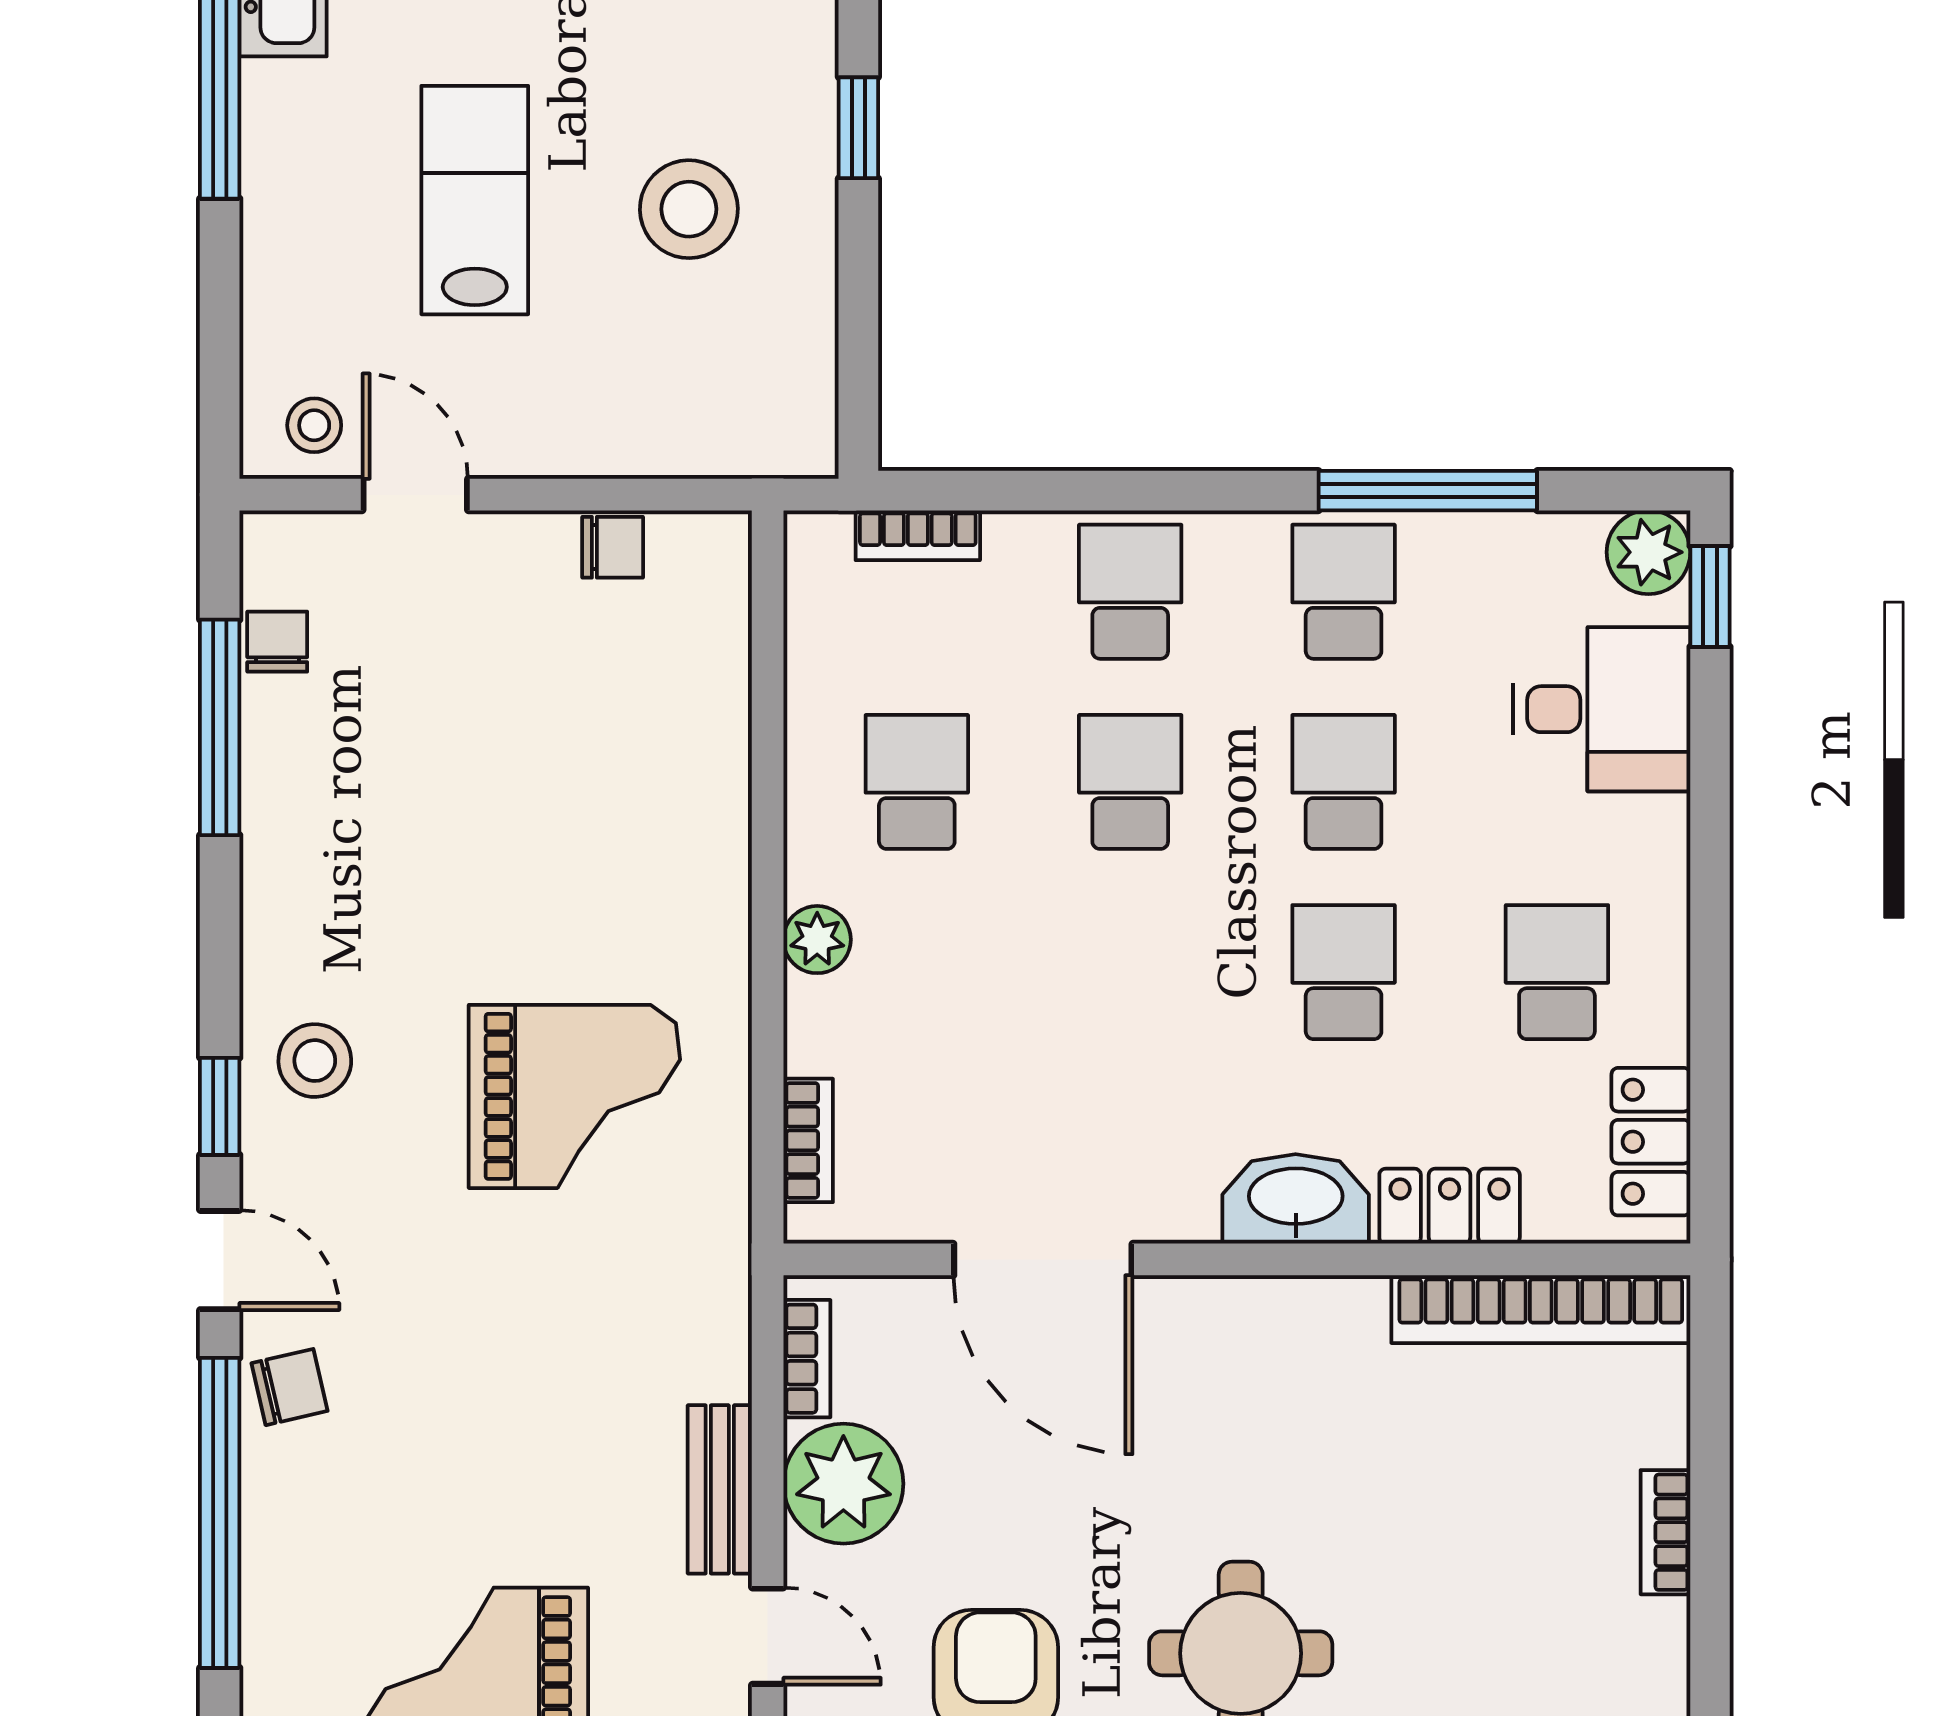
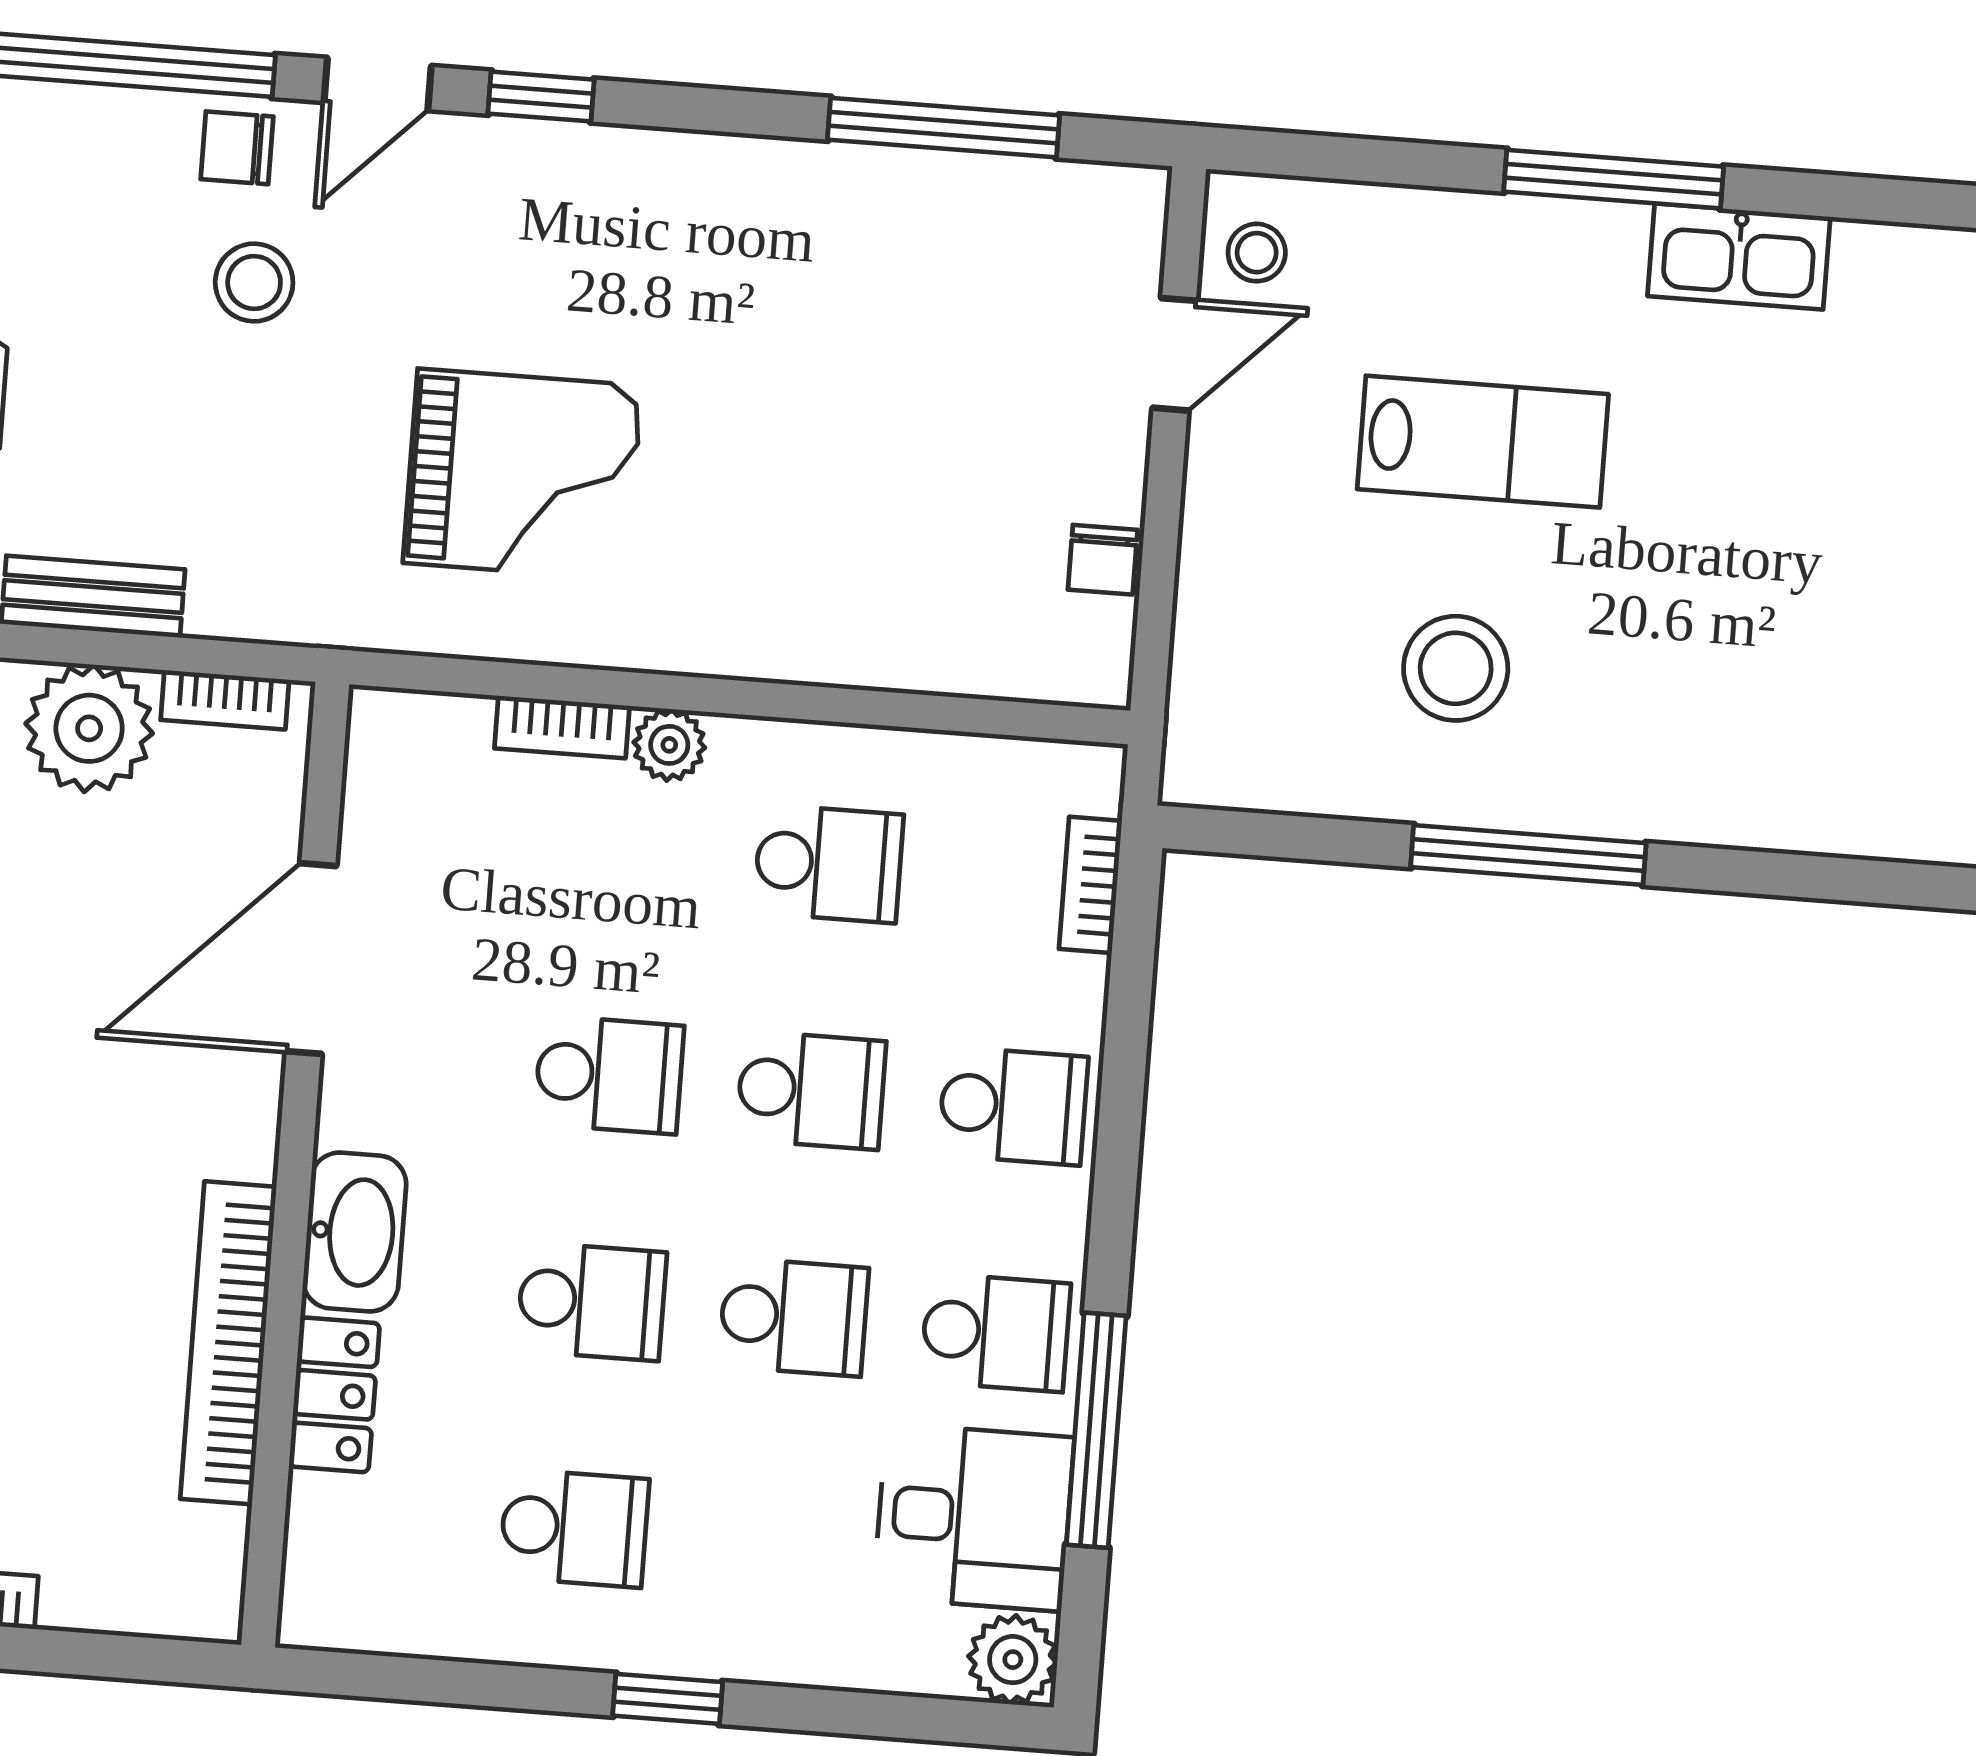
window: (858, 128) -> (1528, 855), width x2.17
window: (1710, 596) -> (668, 1699), moved
chair: (277, 642) -> (1030, 196), removed
desk: (1602, 709) -> (974, 1517), moved, turned -90
school desk: (1130, 972) -> (609, 1075), added
stool: (315, 1061) -> (254, 282), moved
grand piano: (574, 1096) -> (522, 474), turned -90
bookcase: (808, 1140) -> (562, 727), moved
locker: (1651, 1142) -> (386, 1614), removed
bookcase: (1541, 1309) -> (228, 1343), moved
chair: (290, 1387) -> (237, 148), turned 103

